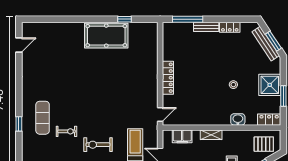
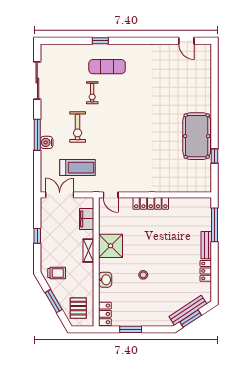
shower: (270, 85) -> (111, 246), moved
exercise bike: (98, 145) -> (78, 127), turned 180

